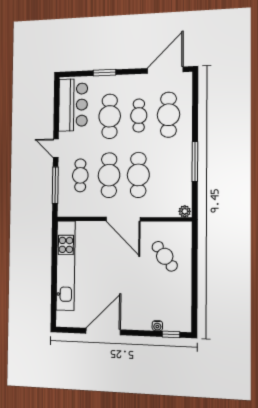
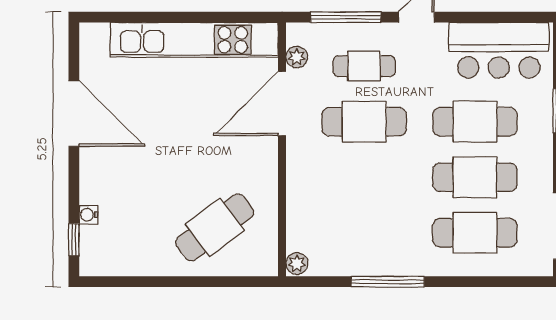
cafe table: (139, 116) -> (475, 177), width x1.37, depth x1.35
cafe table: (138, 175) -> (364, 177), removed
plant: (75, 211) -> (297, 57), added
door: (123, 219) -> (282, 104), moved
cafe table: (165, 256) -> (215, 227), width x1.37, depth x1.35

